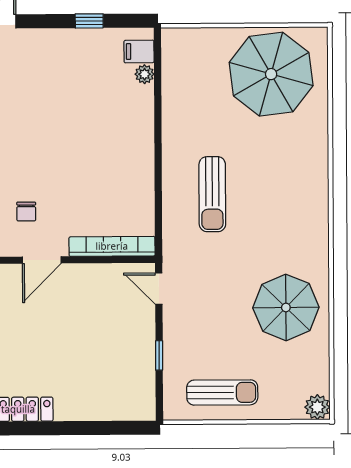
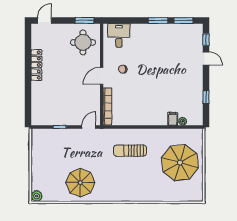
filing cabinet: (139, 51) -> (173, 119), moved
parasol: (271, 74) -> (180, 163), moved
door: (42, 260) -> (102, 76), hinge flipped
sun lounger: (222, 392) -> (43, 155), removed

